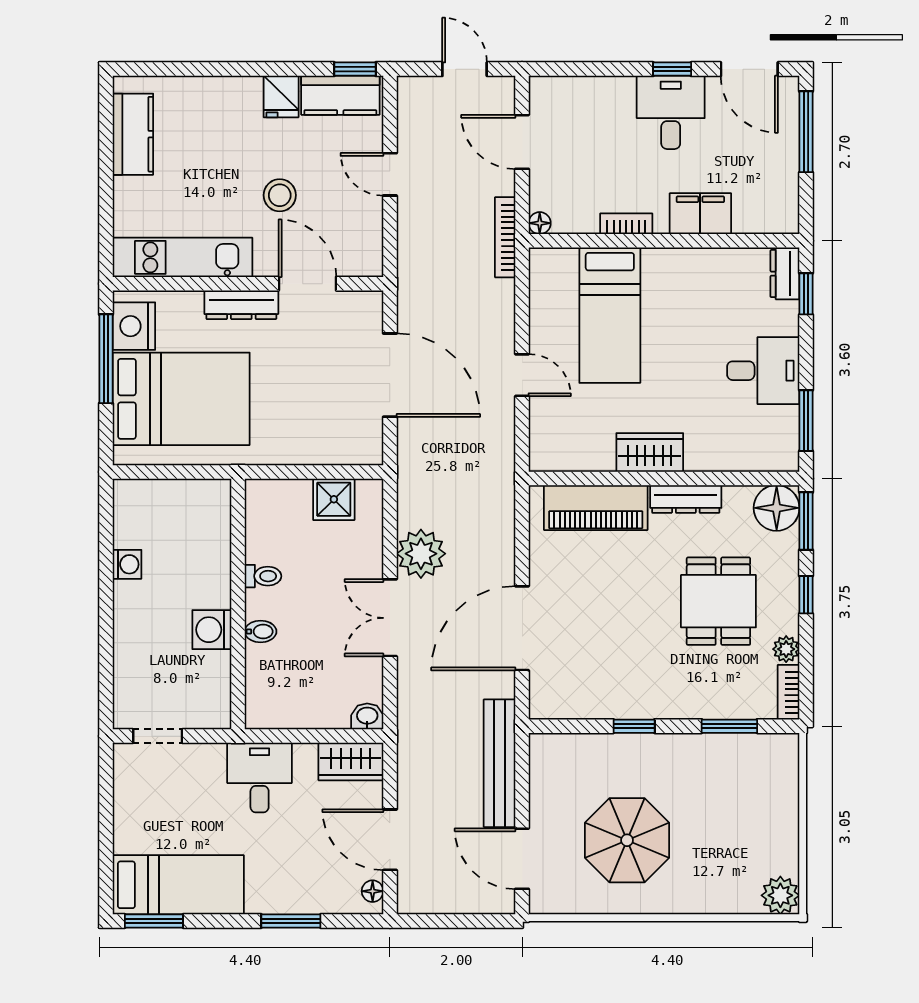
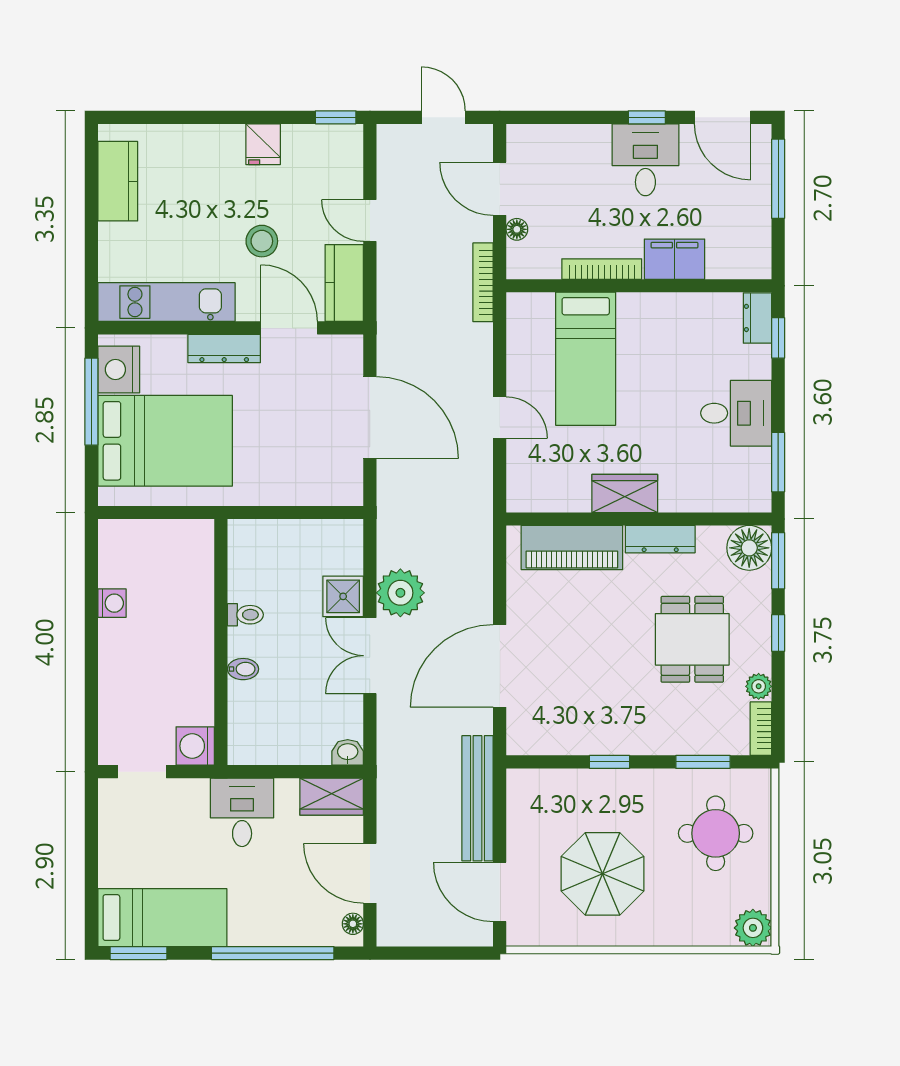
kitchen counter: (340, 95) -> (344, 283), moved, turned 90
floor lamp: (540, 223) -> (517, 229), moved
bookcase: (626, 224) -> (602, 269), width x1.56
shower: (334, 499) -> (343, 596), moved
washing machine: (212, 630) -> (195, 746), moved
round table: (742, 799) -> (716, 833), added
window: (291, 921) -> (273, 953), width x2.11

